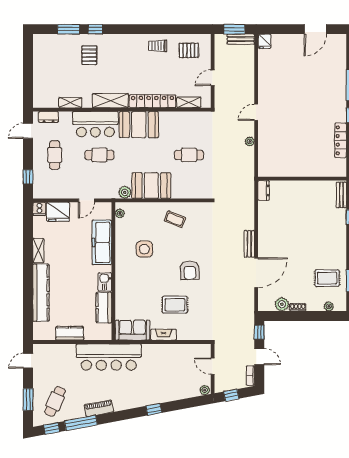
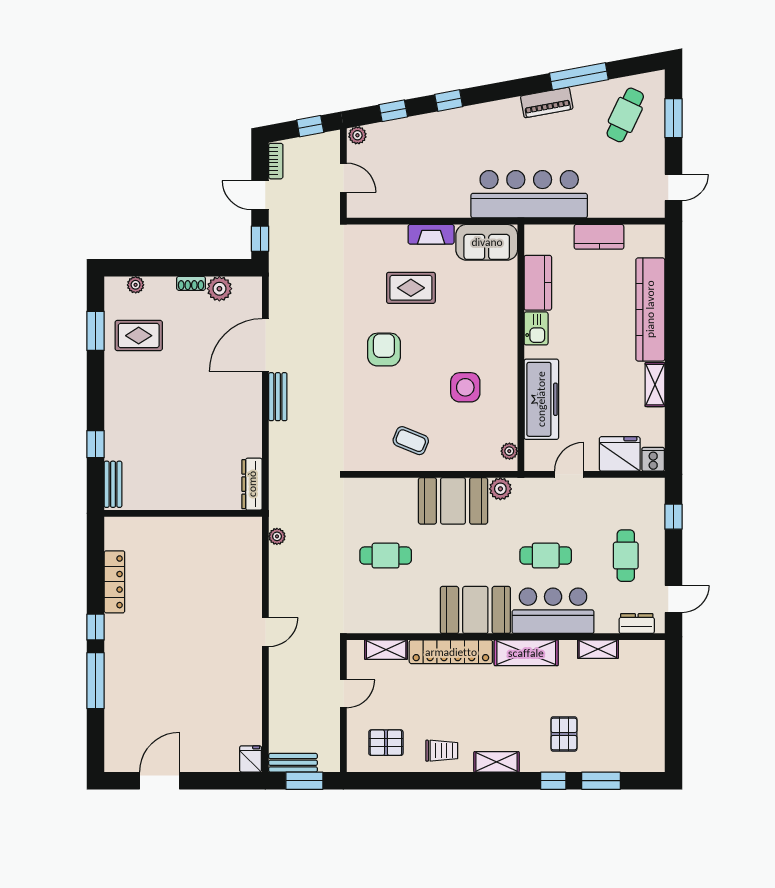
shelving: (127, 40) -> (496, 762), added
plant: (250, 142) -> (277, 536), moved
dresser: (264, 191) -> (252, 484), width x1.44
window: (52, 428) -> (393, 111), moved

